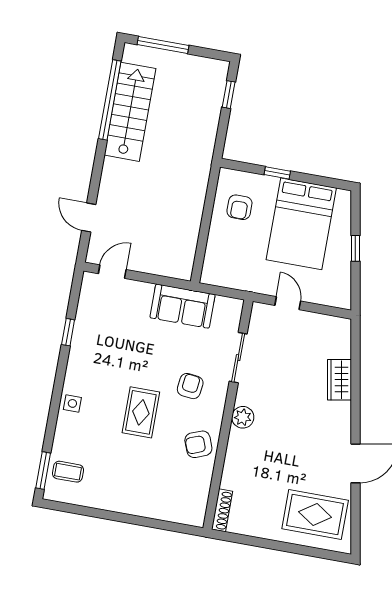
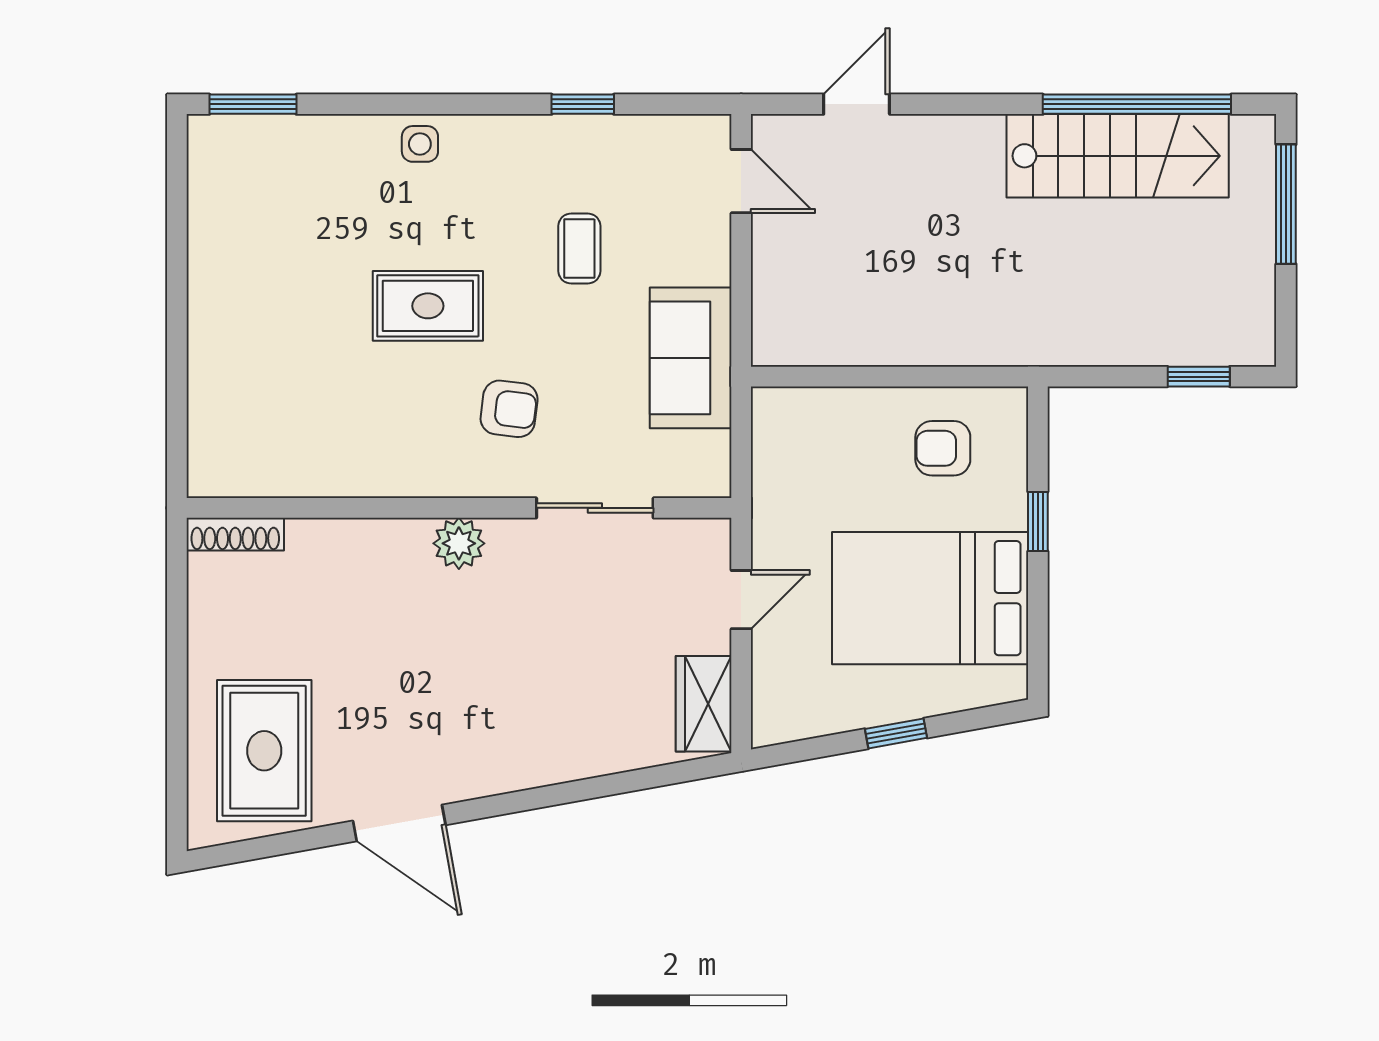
wardrobe: (339, 380) -> (704, 704), moved, turned -80
armchair: (198, 444) -> (378, 452), removed
coffee table: (68, 472) -> (579, 249), moved

